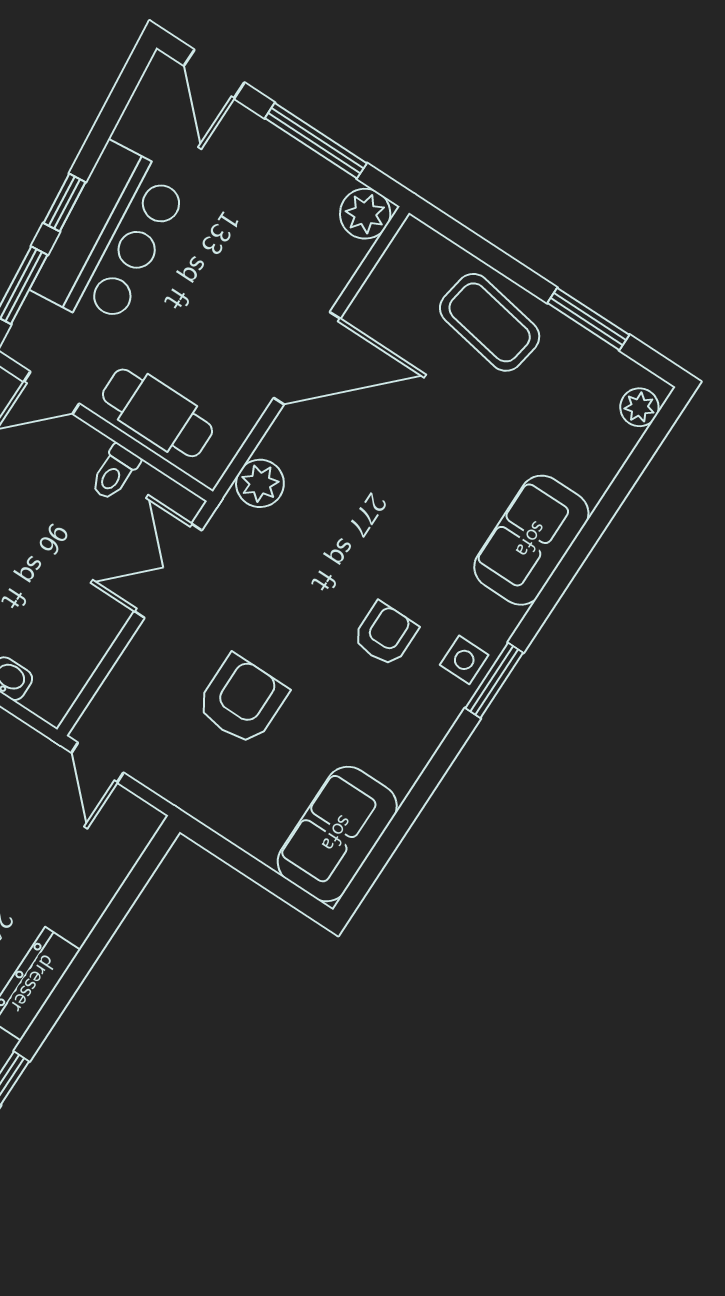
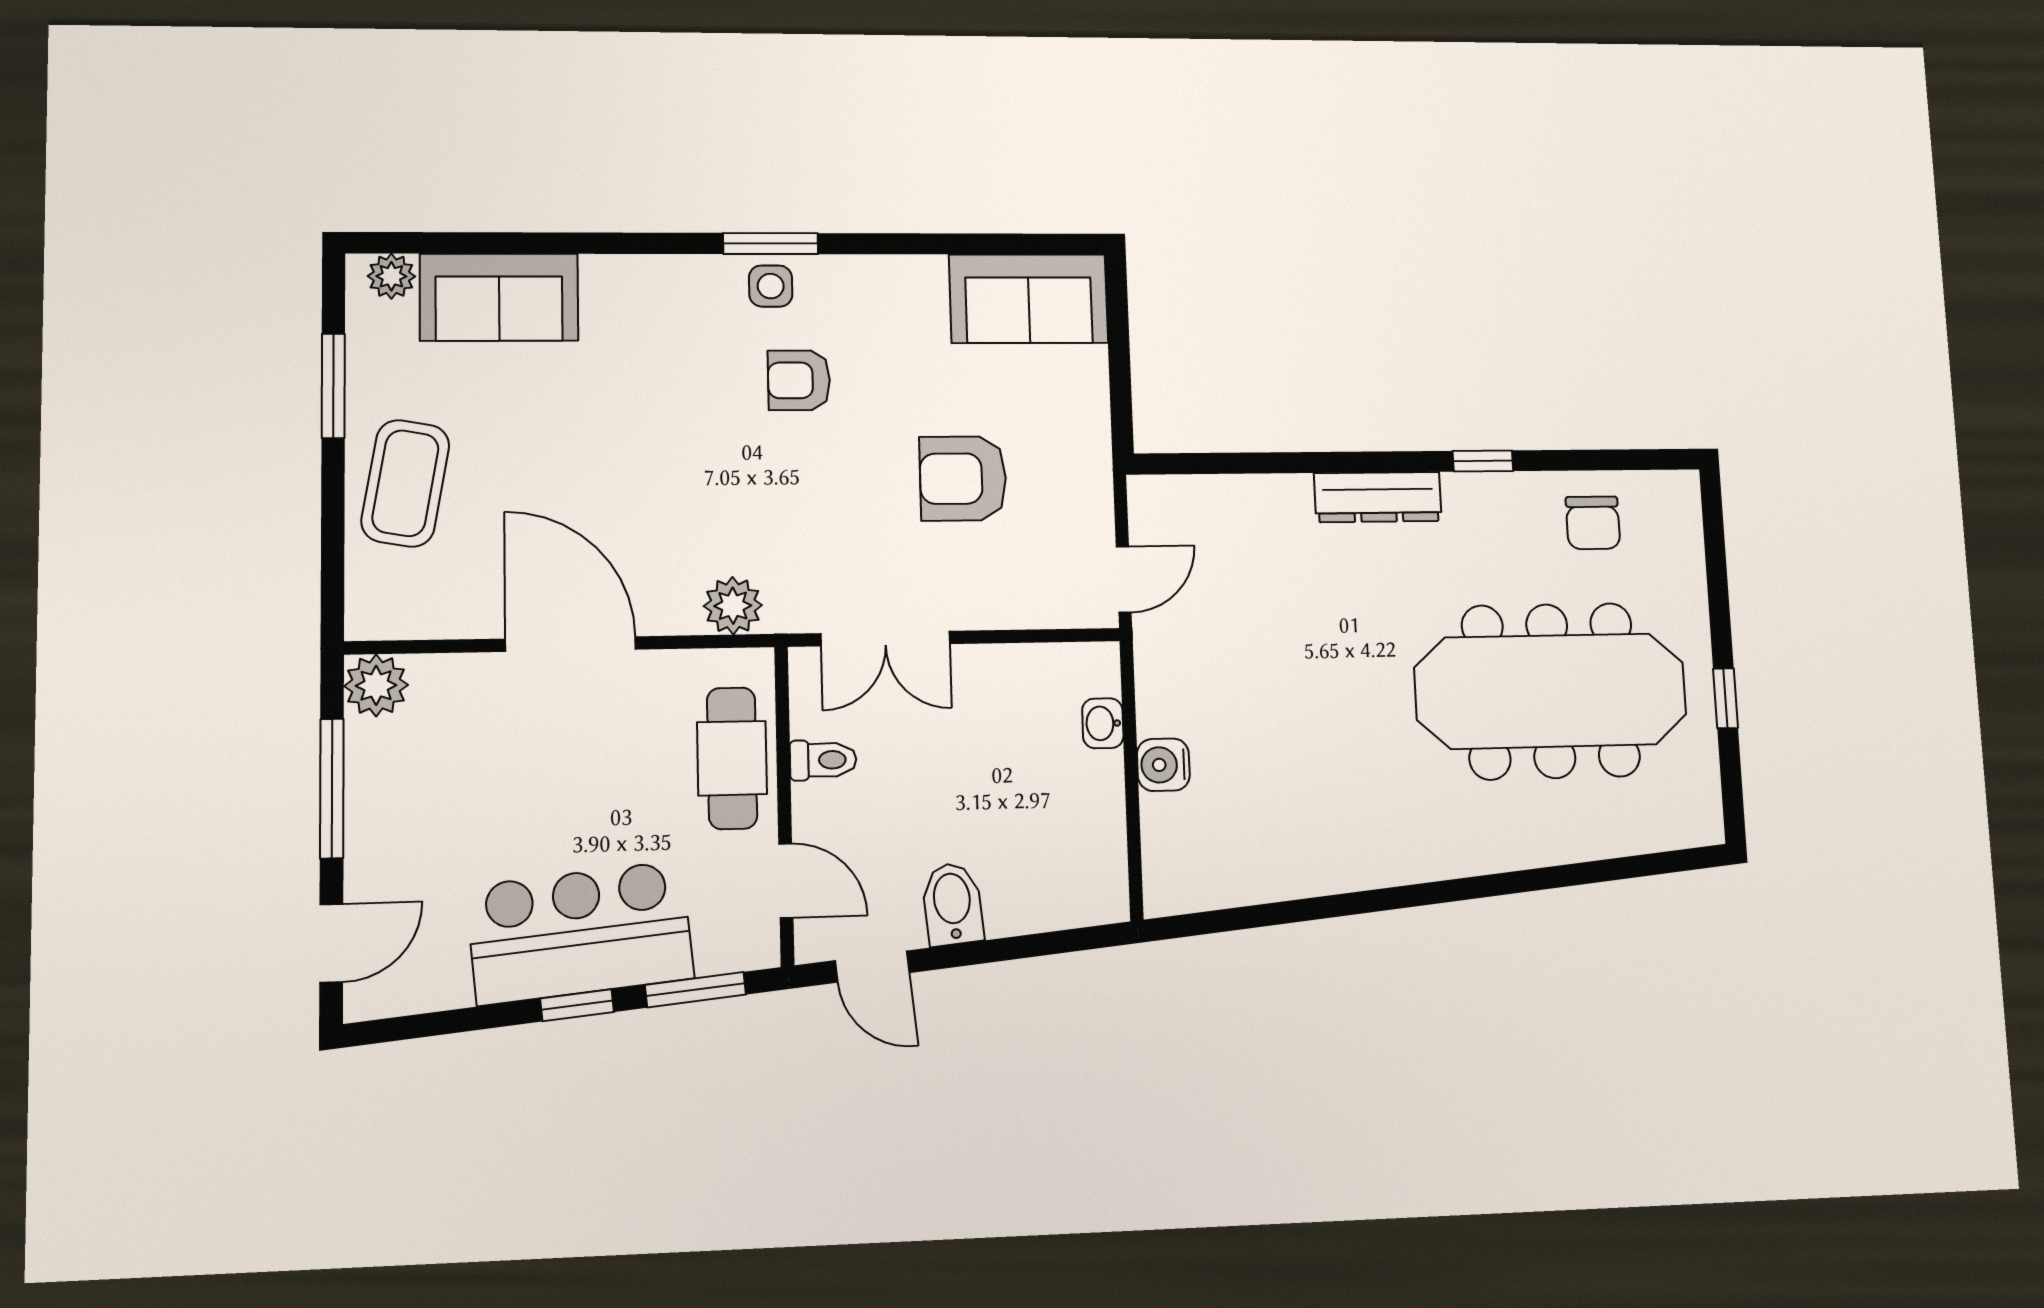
sofa: (531, 540) -> (499, 297), moved

